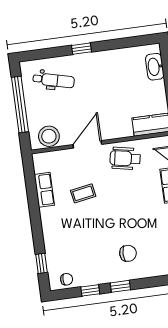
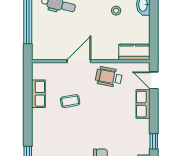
stool: (49, 136) -> (116, 11), moved, width x0.53, depth x0.53

